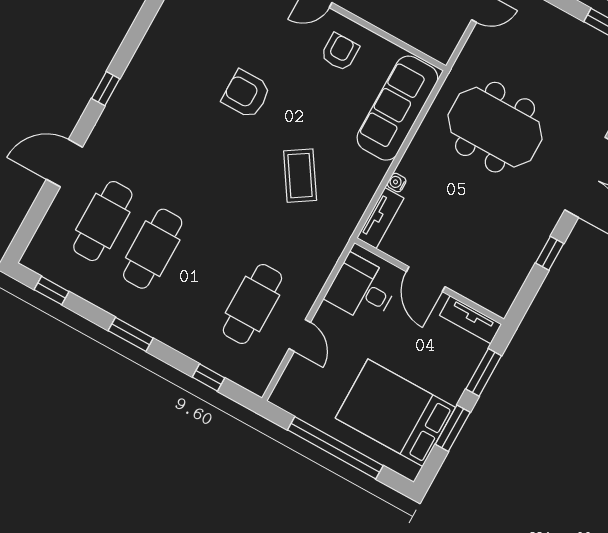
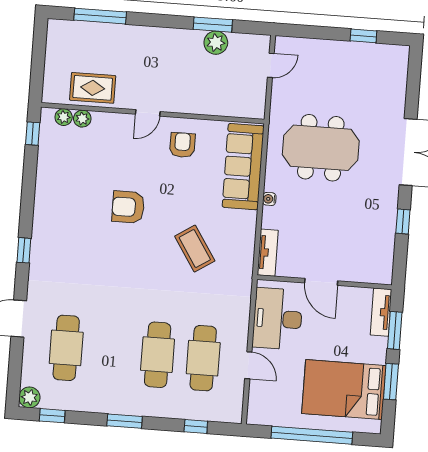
water cooler: (397, 183) -> (269, 199), moved
cafe table: (153, 249) -> (158, 355), moved
plant: (35, 258) -> (29, 397), added
desk: (362, 289) -> (277, 319), width x1.37
tv unit: (471, 320) -> (381, 312), moved, turned 90

